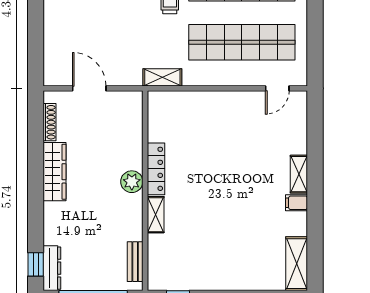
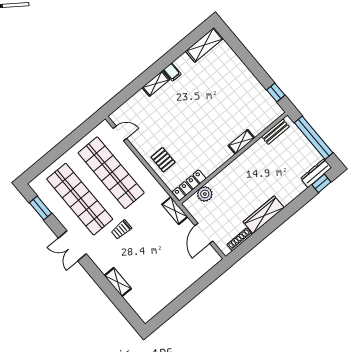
shelving: (162, 77) -> (175, 211), moved
pallet: (208, 112) -> (163, 160), added
locker: (156, 169) -> (189, 185), moved
plant: (132, 182) -> (205, 194), moved

